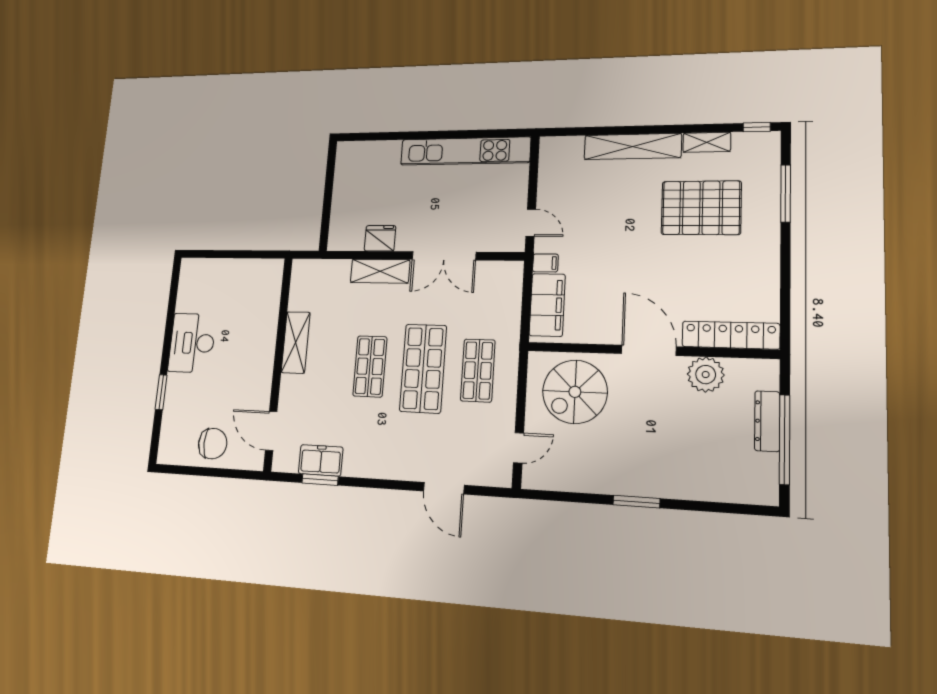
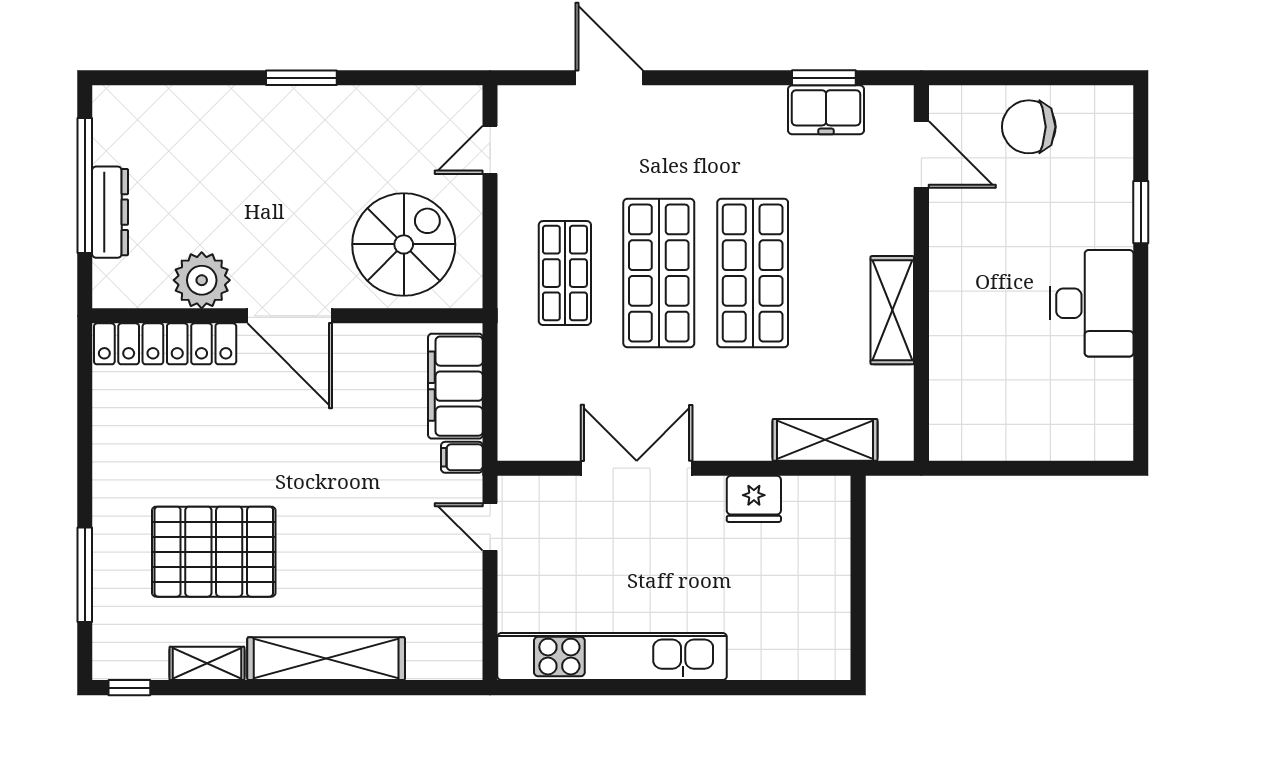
shelving: (380, 271) -> (825, 440), moved
shop shelf: (370, 366) -> (753, 273), width x1.43, depth x1.36

